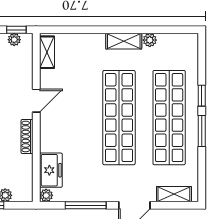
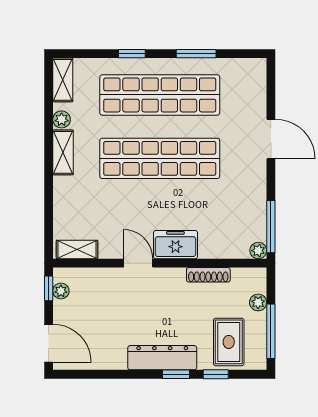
window: (202, 131) -> (196, 54), moved
shoe rack: (27, 136) -> (208, 275), moved
freezer: (51, 170) -> (175, 245), moved
shelving: (174, 194) -> (63, 80), moved
window: (86, 205) -> (271, 227), moved

